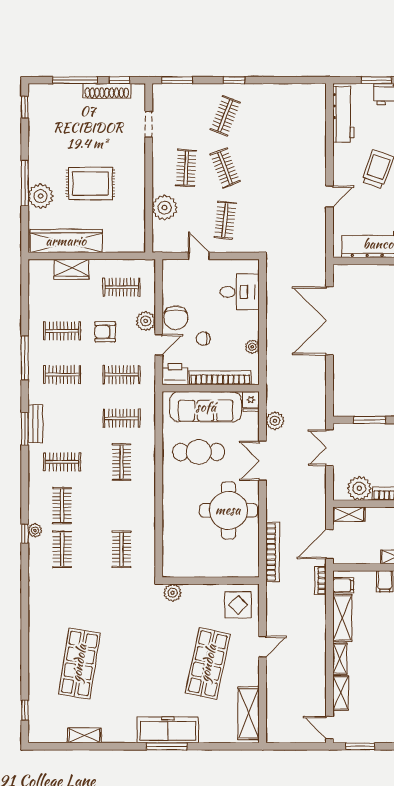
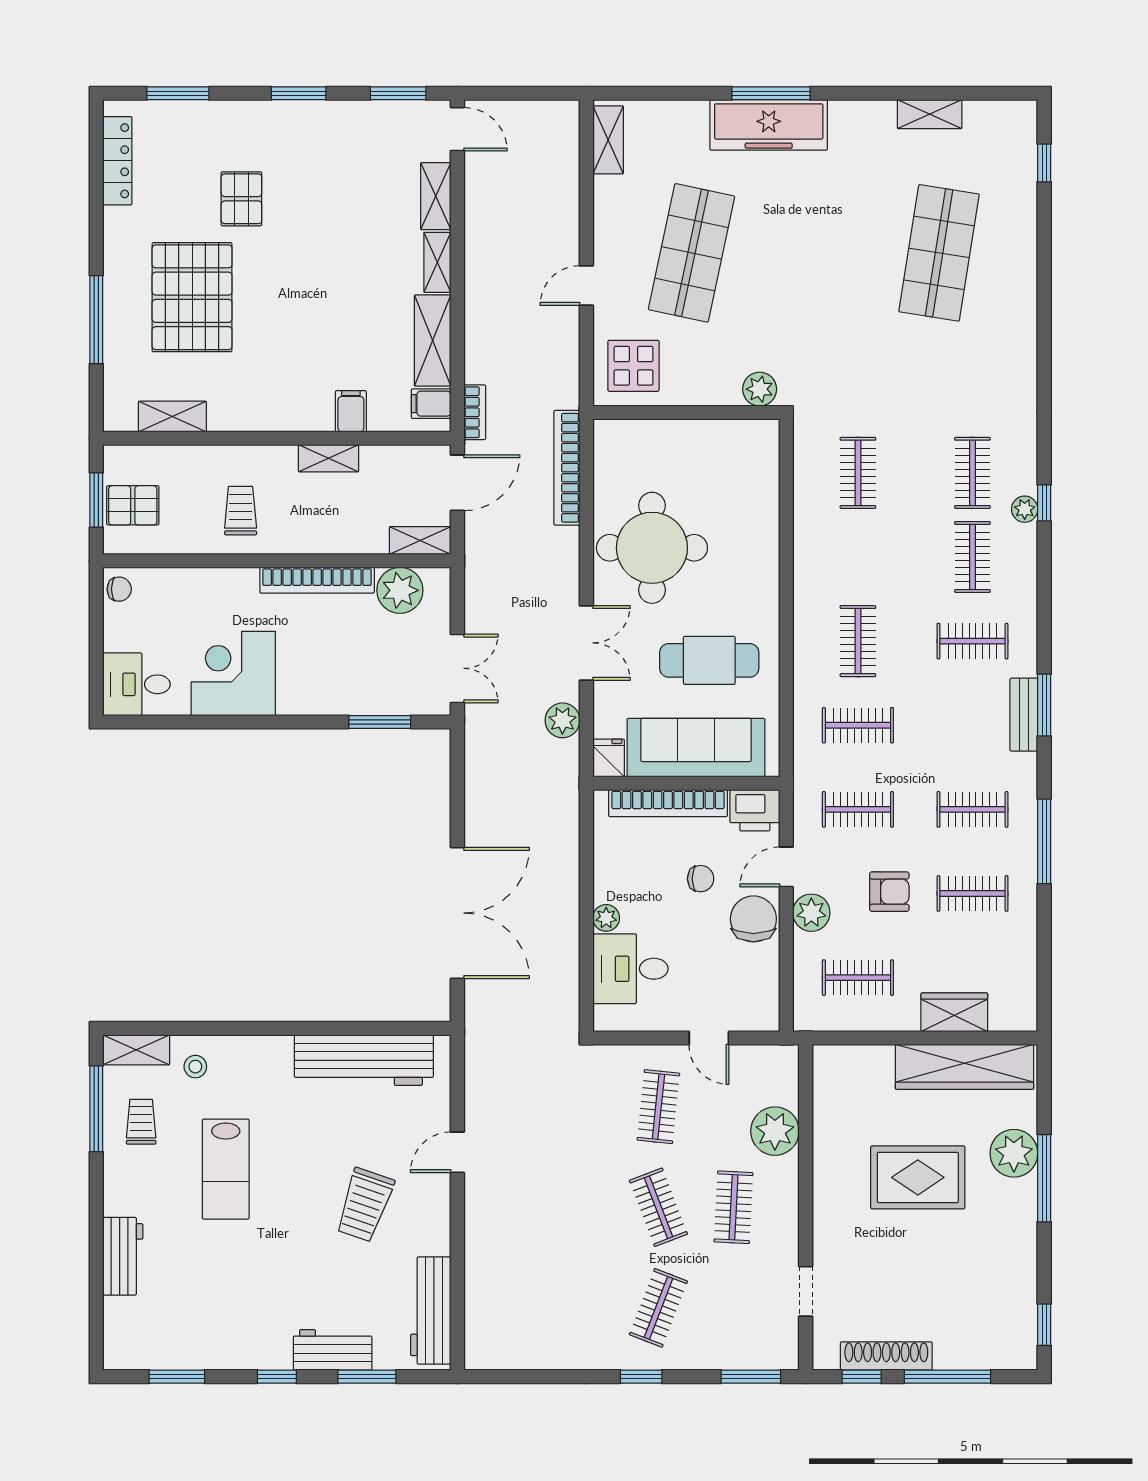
plant: (252, 347) -> (606, 918), moved
shelving: (249, 713) -> (608, 140), width x0.67, depth x0.75

